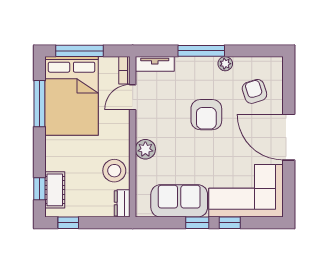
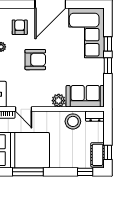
armchair: (254, 91) -> (20, 27), turned 108
cot: (55, 190) -> (98, 155), moved, turned 90
sofa: (179, 201) -> (85, 96), moved, turned 90

